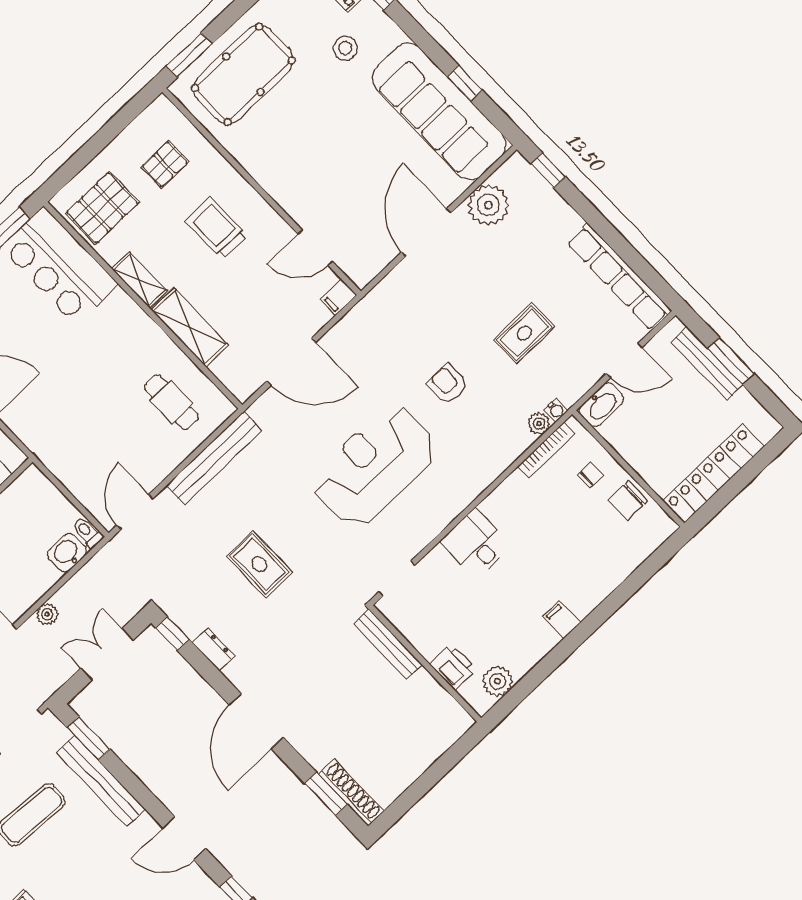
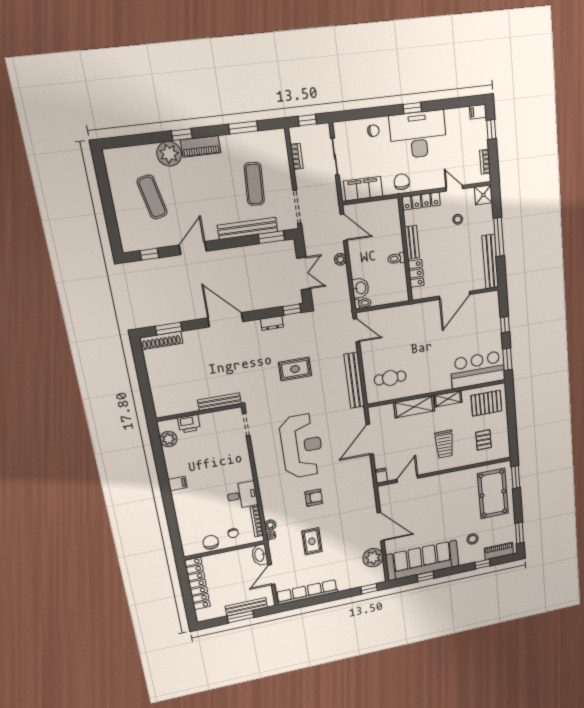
pallet: (102, 208) -> (486, 403), turned 90
trolley: (216, 228) -> (444, 444), turned 90
desk: (476, 544) -> (242, 495), moved

